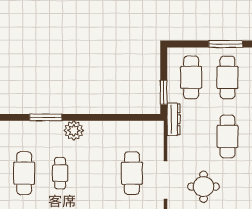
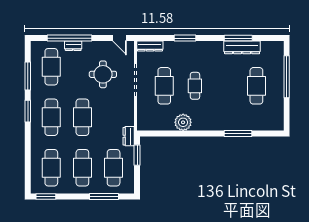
window: (226, 44) -> (104, 196), moved
dresser: (173, 119) -> (129, 136), width x0.70
plant: (74, 130) -> (183, 122), moved
cafe table: (60, 173) -> (195, 86), moved

